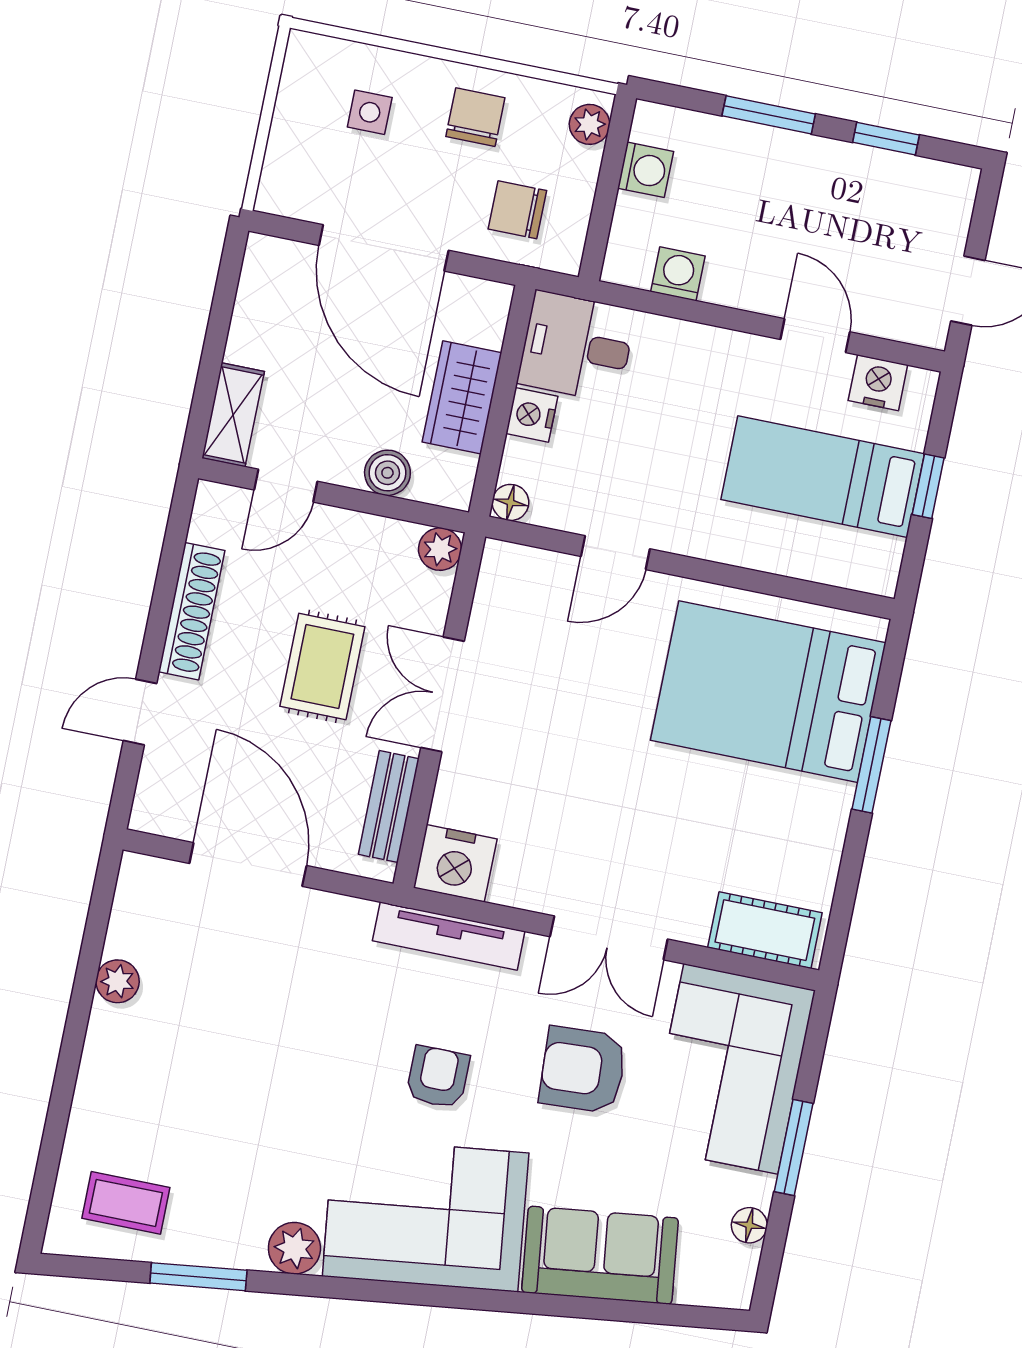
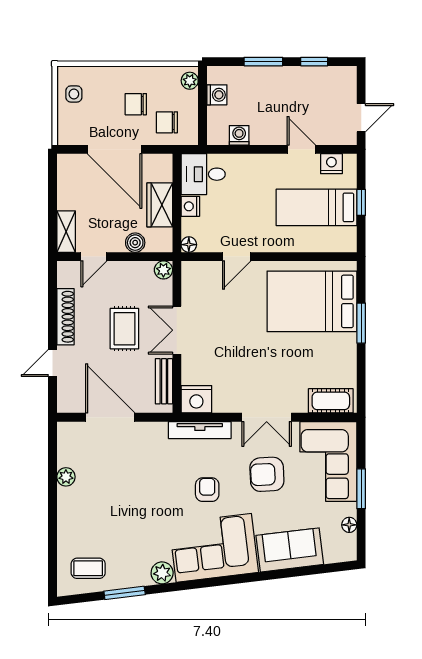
side table: (370, 112) -> (74, 94), moved
chair: (475, 117) -> (136, 104), moved, turned -90

